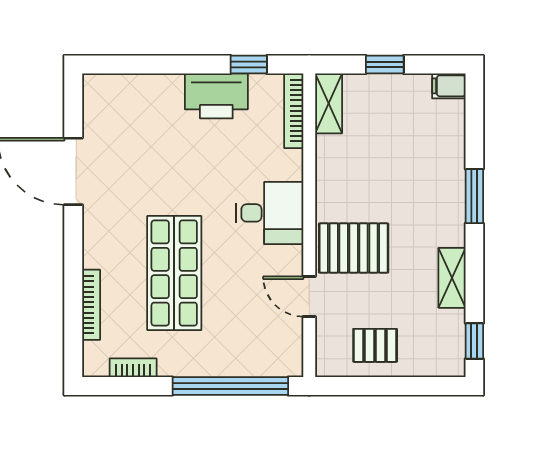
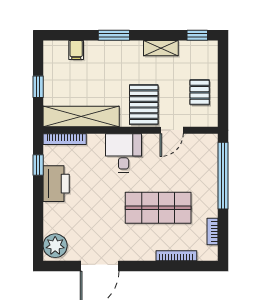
filing cabinet: (449, 86) -> (76, 50), moved
plant: (108, 94) -> (55, 246), added
shelving: (329, 103) -> (81, 116), width x2.20, depth x1.33

